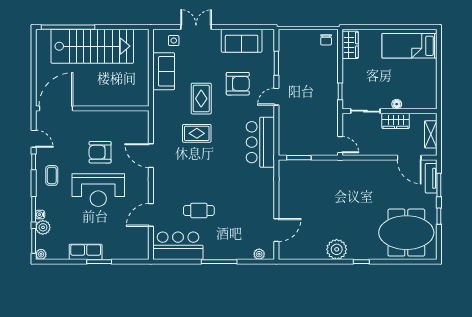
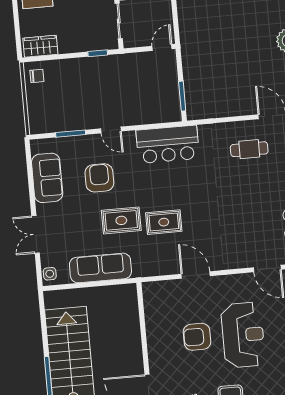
side table: (174, 41) -> (50, 274), moved
sofa: (164, 71) -> (100, 268), width x1.36
rug: (197, 133) -> (164, 222), turned 90
armchair: (100, 152) -> (197, 337), turned 90
door: (151, 156) -> (196, 275), swing flipped
cafe table: (199, 211) -> (249, 149), moved, turned 90

